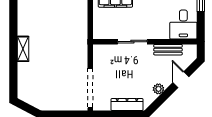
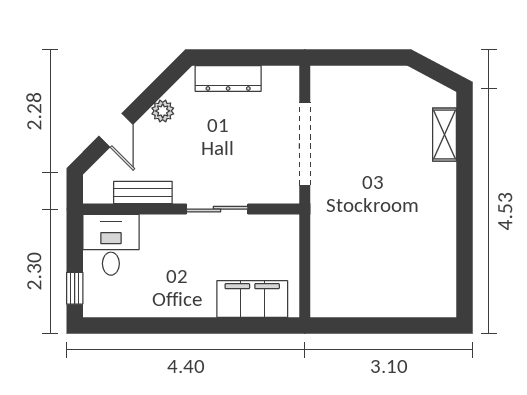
shelving: (23, 49) -> (444, 135), moved
doorway: (90, 88) -> (305, 144), moved

